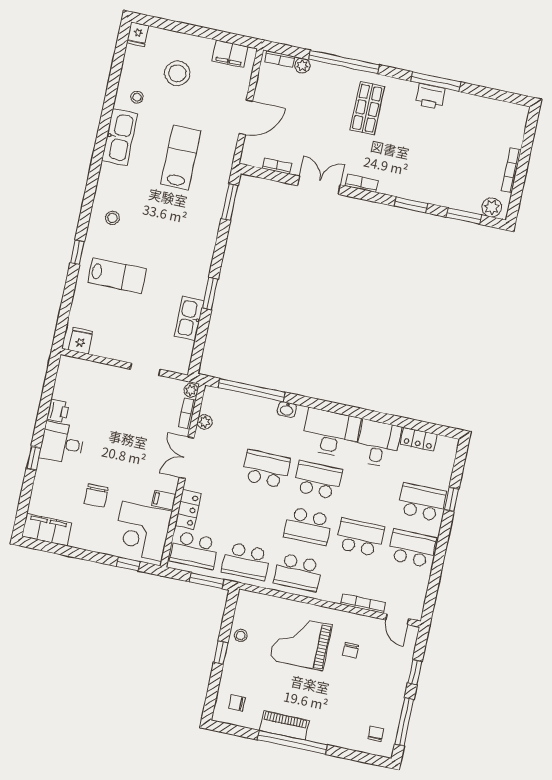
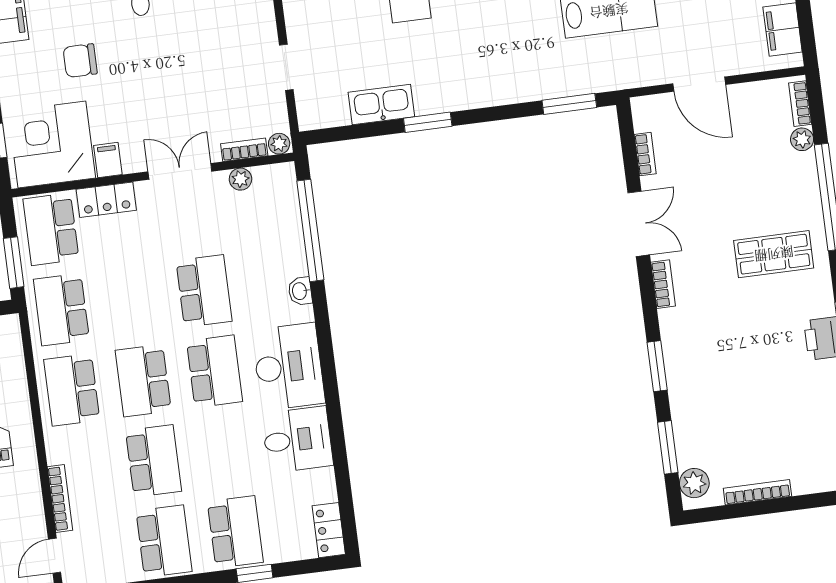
locker: (419, 439) -> (329, 530), moved

